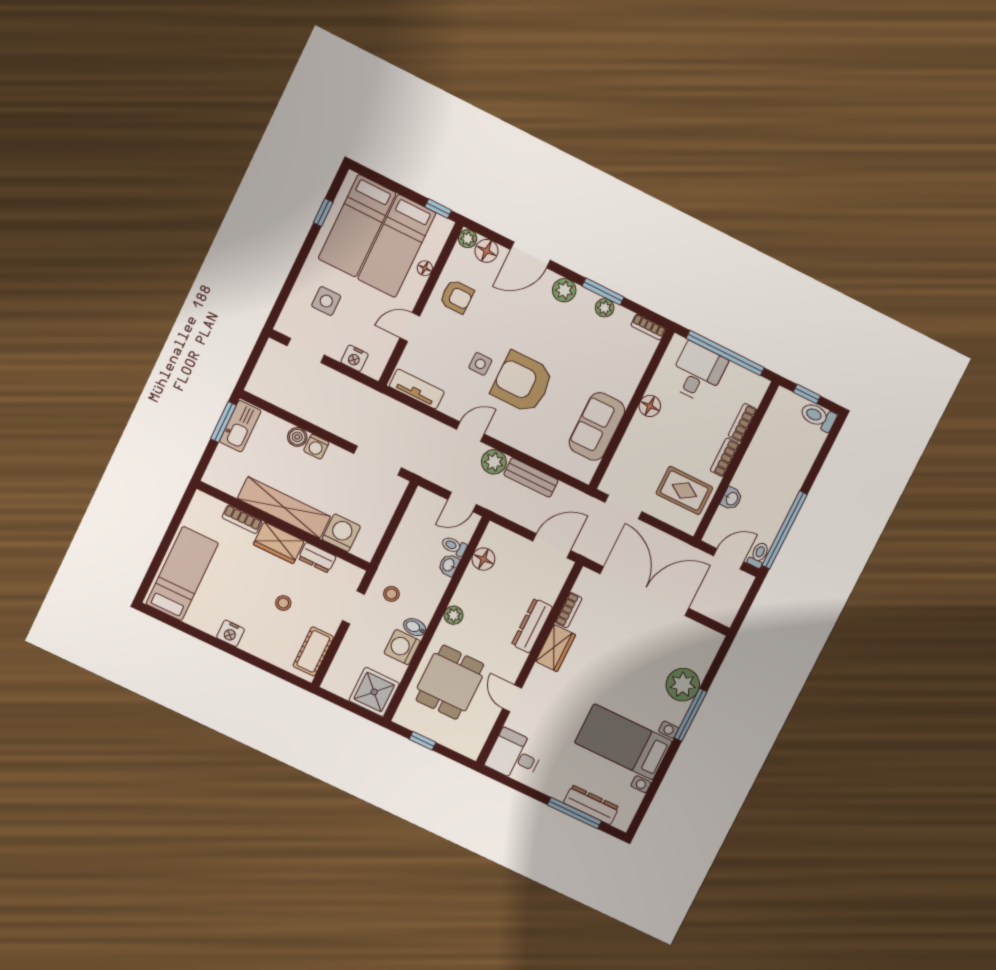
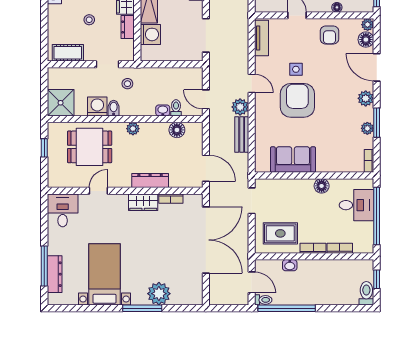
rug: (684, 490) -> (280, 233), turned 90

